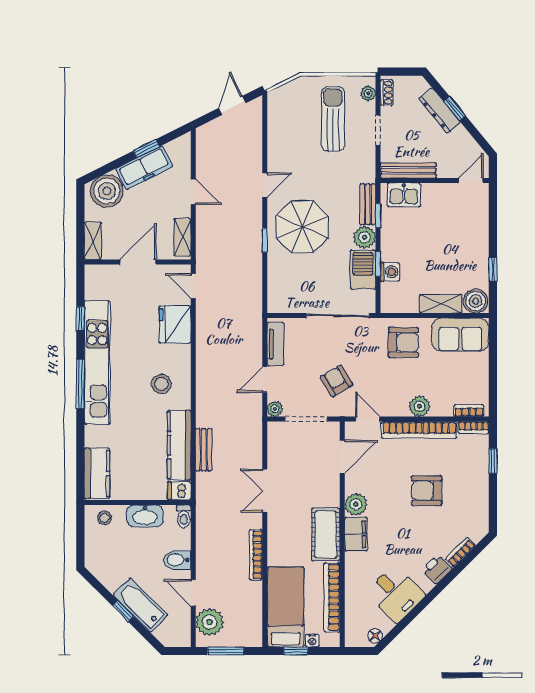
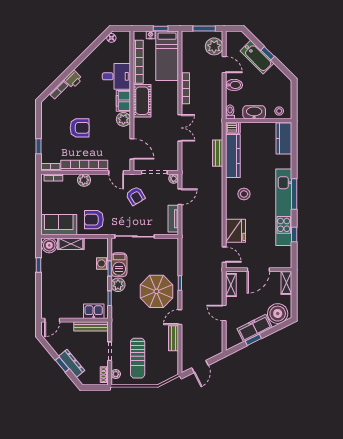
bench: (368, 204) -> (174, 338), moved
door: (342, 457) -> (132, 149), swing flipped
desk: (396, 594) -> (116, 76), moved, turned 135

